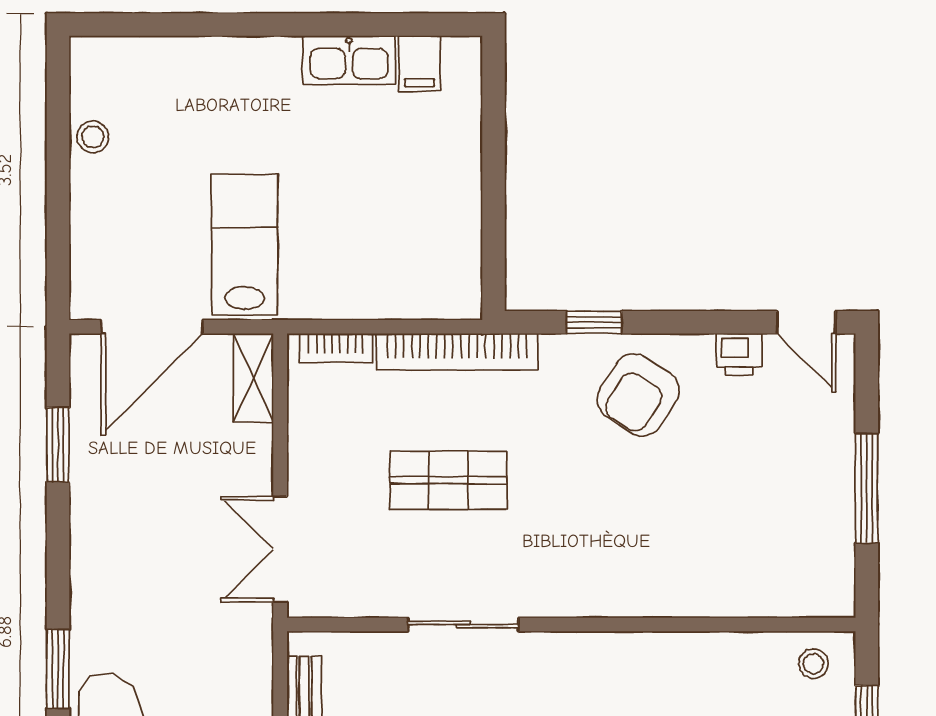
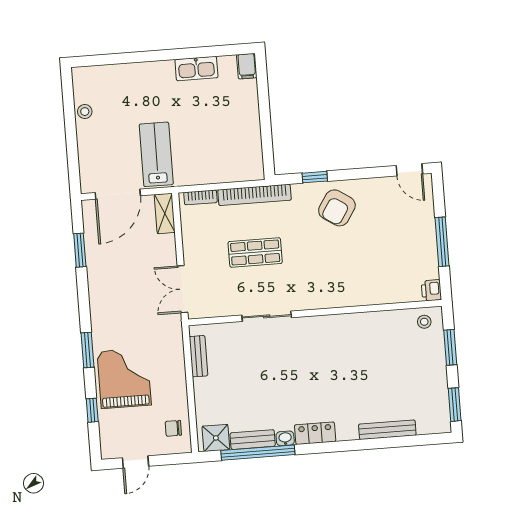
filing cabinet: (420, 63) -> (247, 66), moved
printer: (739, 354) -> (431, 290), moved, turned 90

